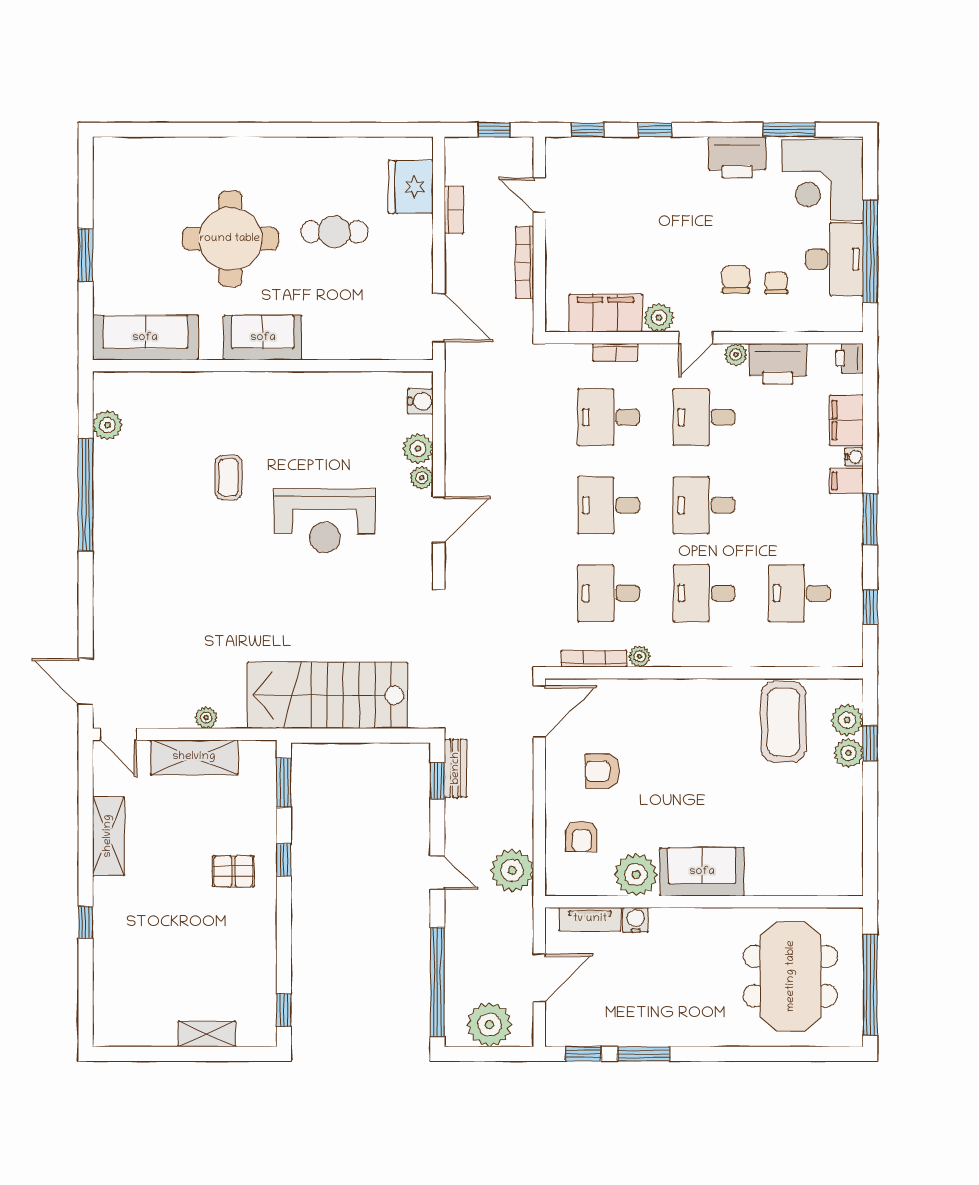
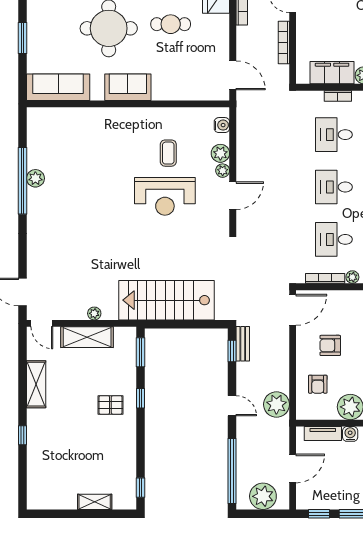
plant: (107, 425) -> (35, 178), moved
coffee table: (228, 477) -> (168, 153), moved

